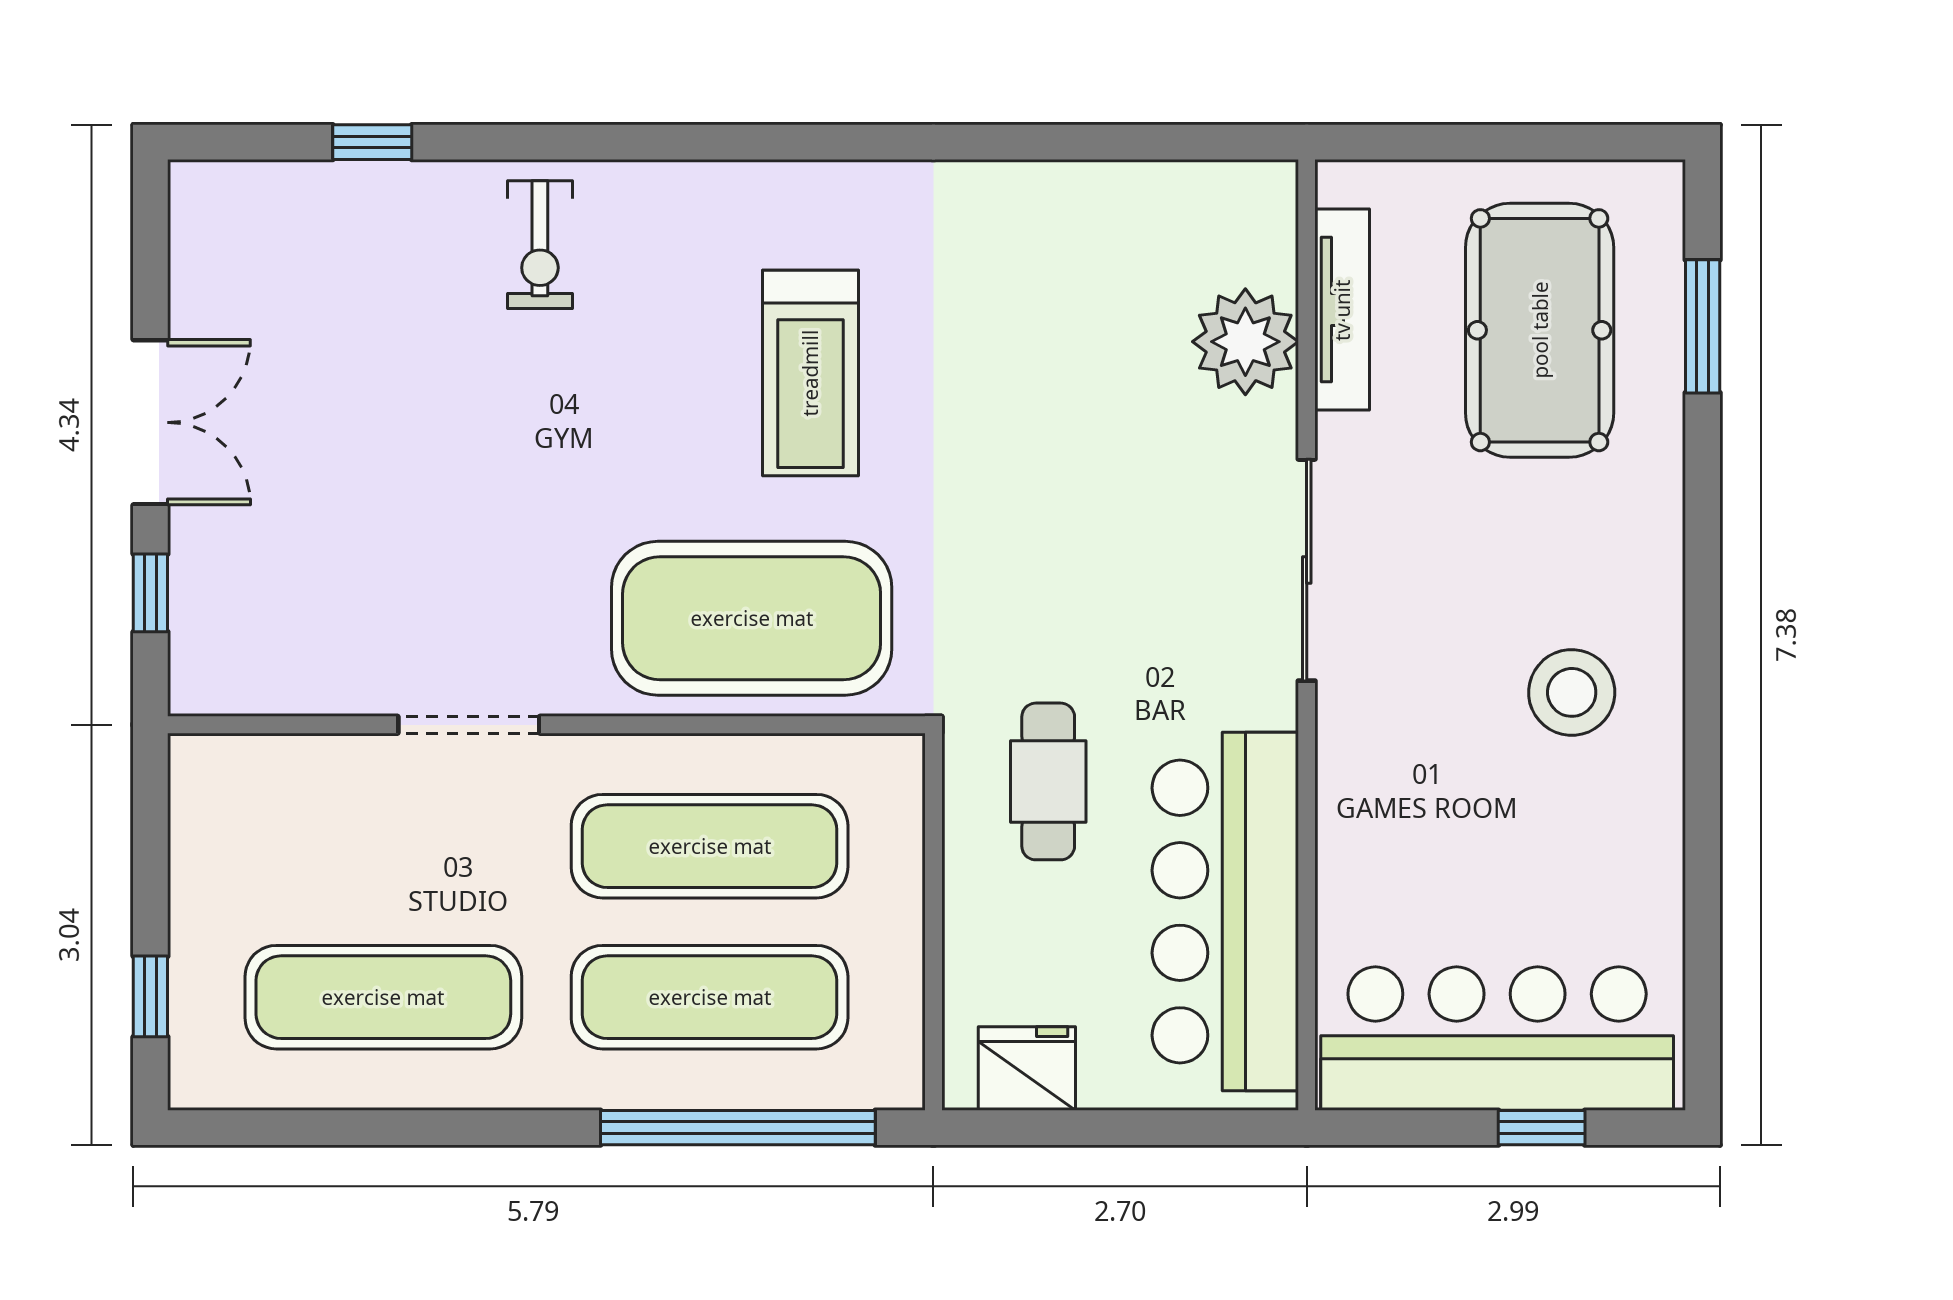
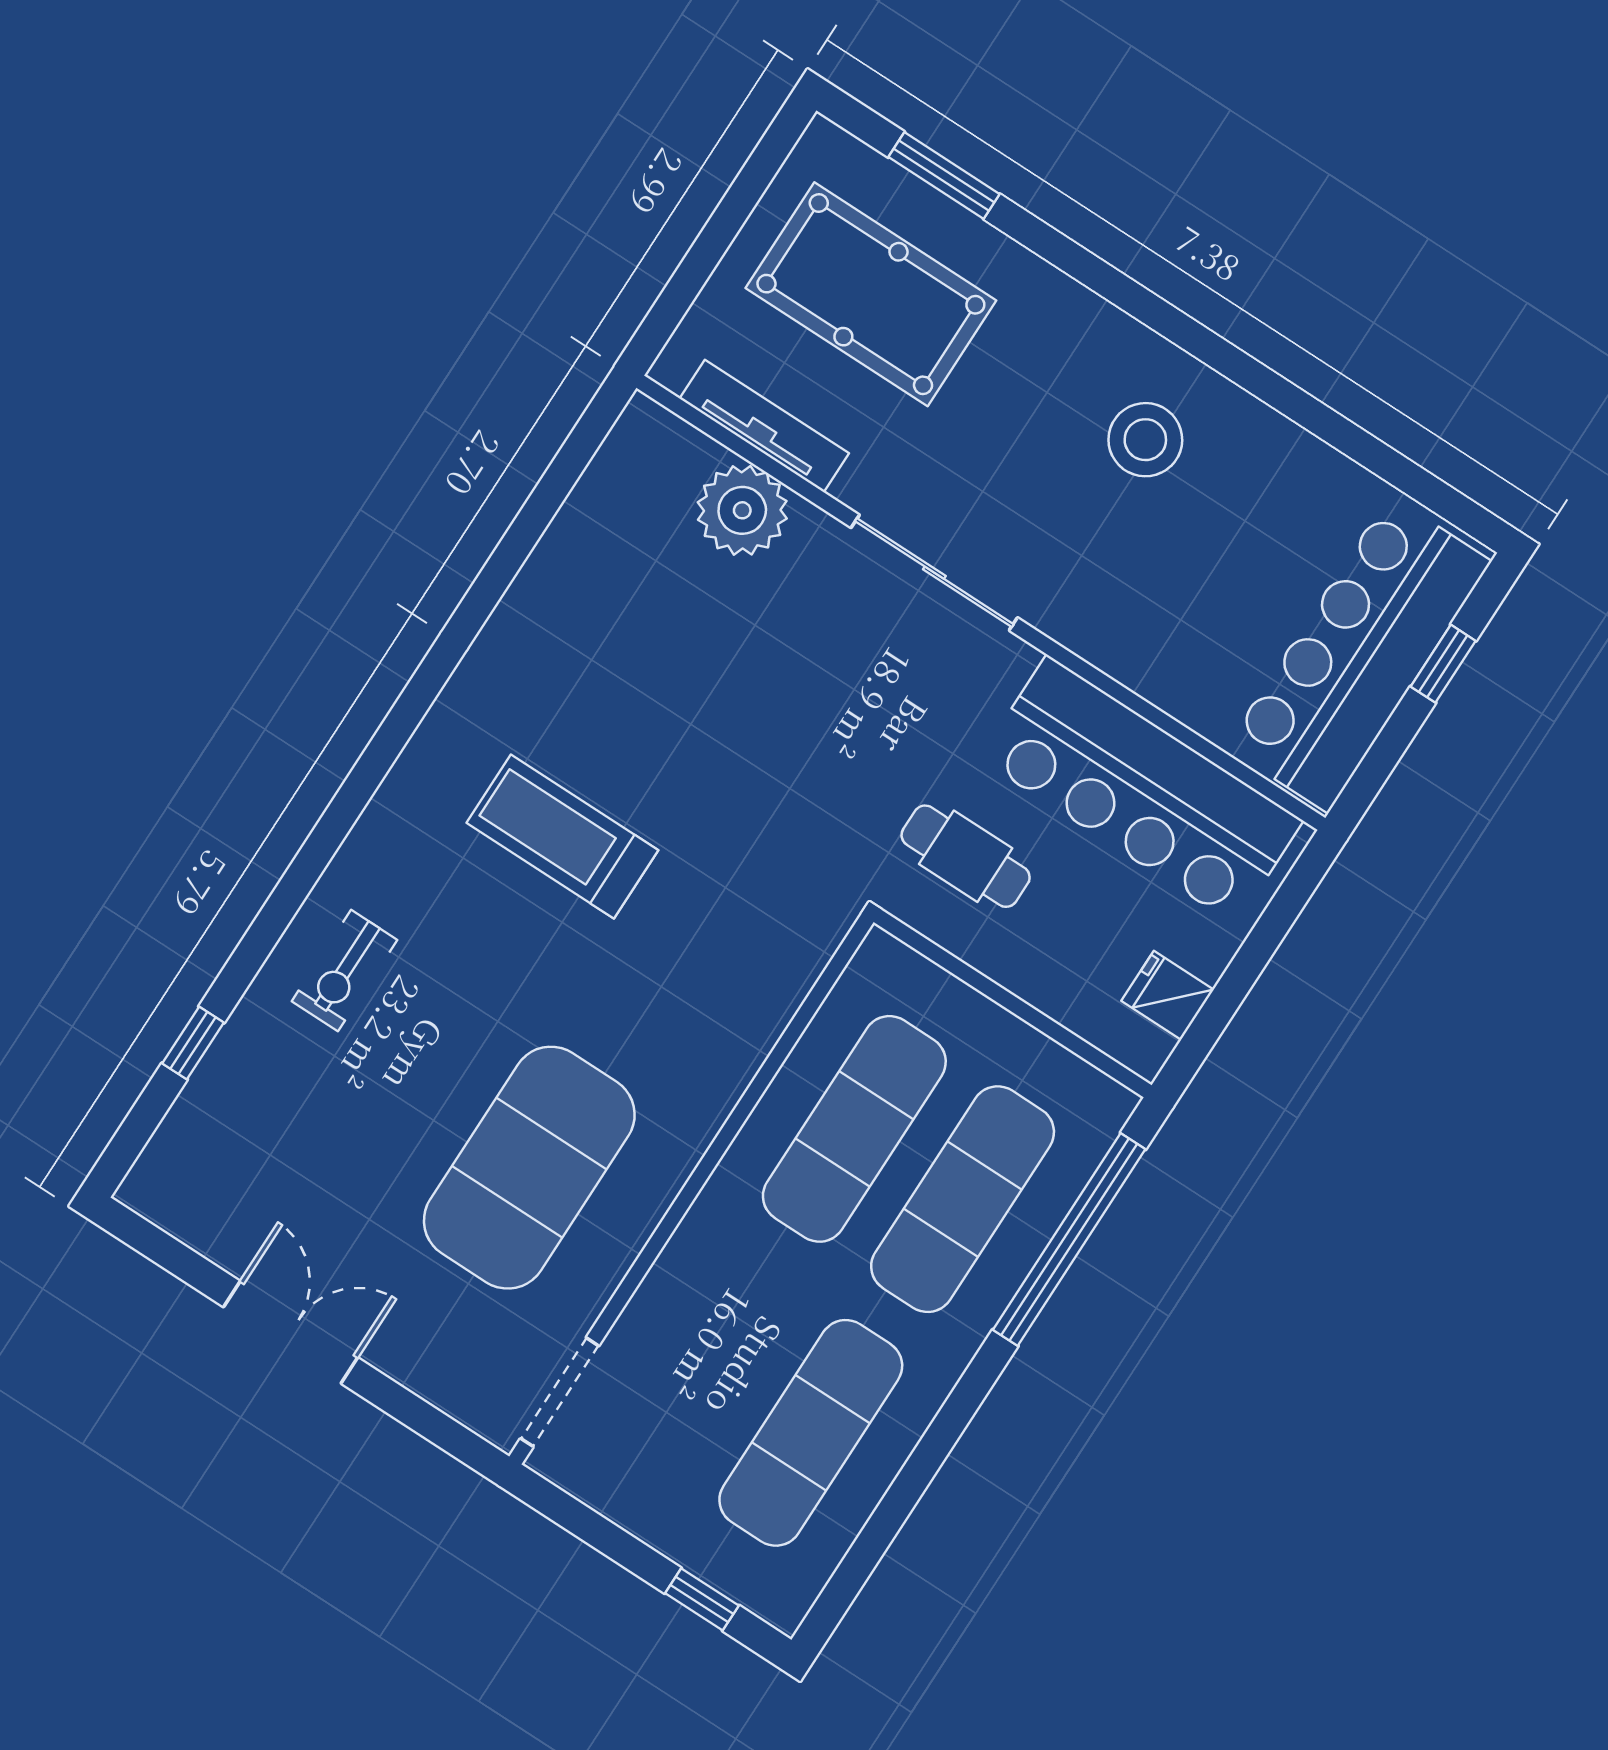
exercise bike: (540, 245) -> (345, 971), turned 90
treadmill: (810, 373) -> (562, 836), turned 180
window: (150, 593) -> (413, 1412), removed
exercise mat: (752, 618) -> (529, 1168), moved
doorway: (469, 725) -> (560, 1392), moved
fridge: (1027, 1068) -> (1168, 995), width x0.72

